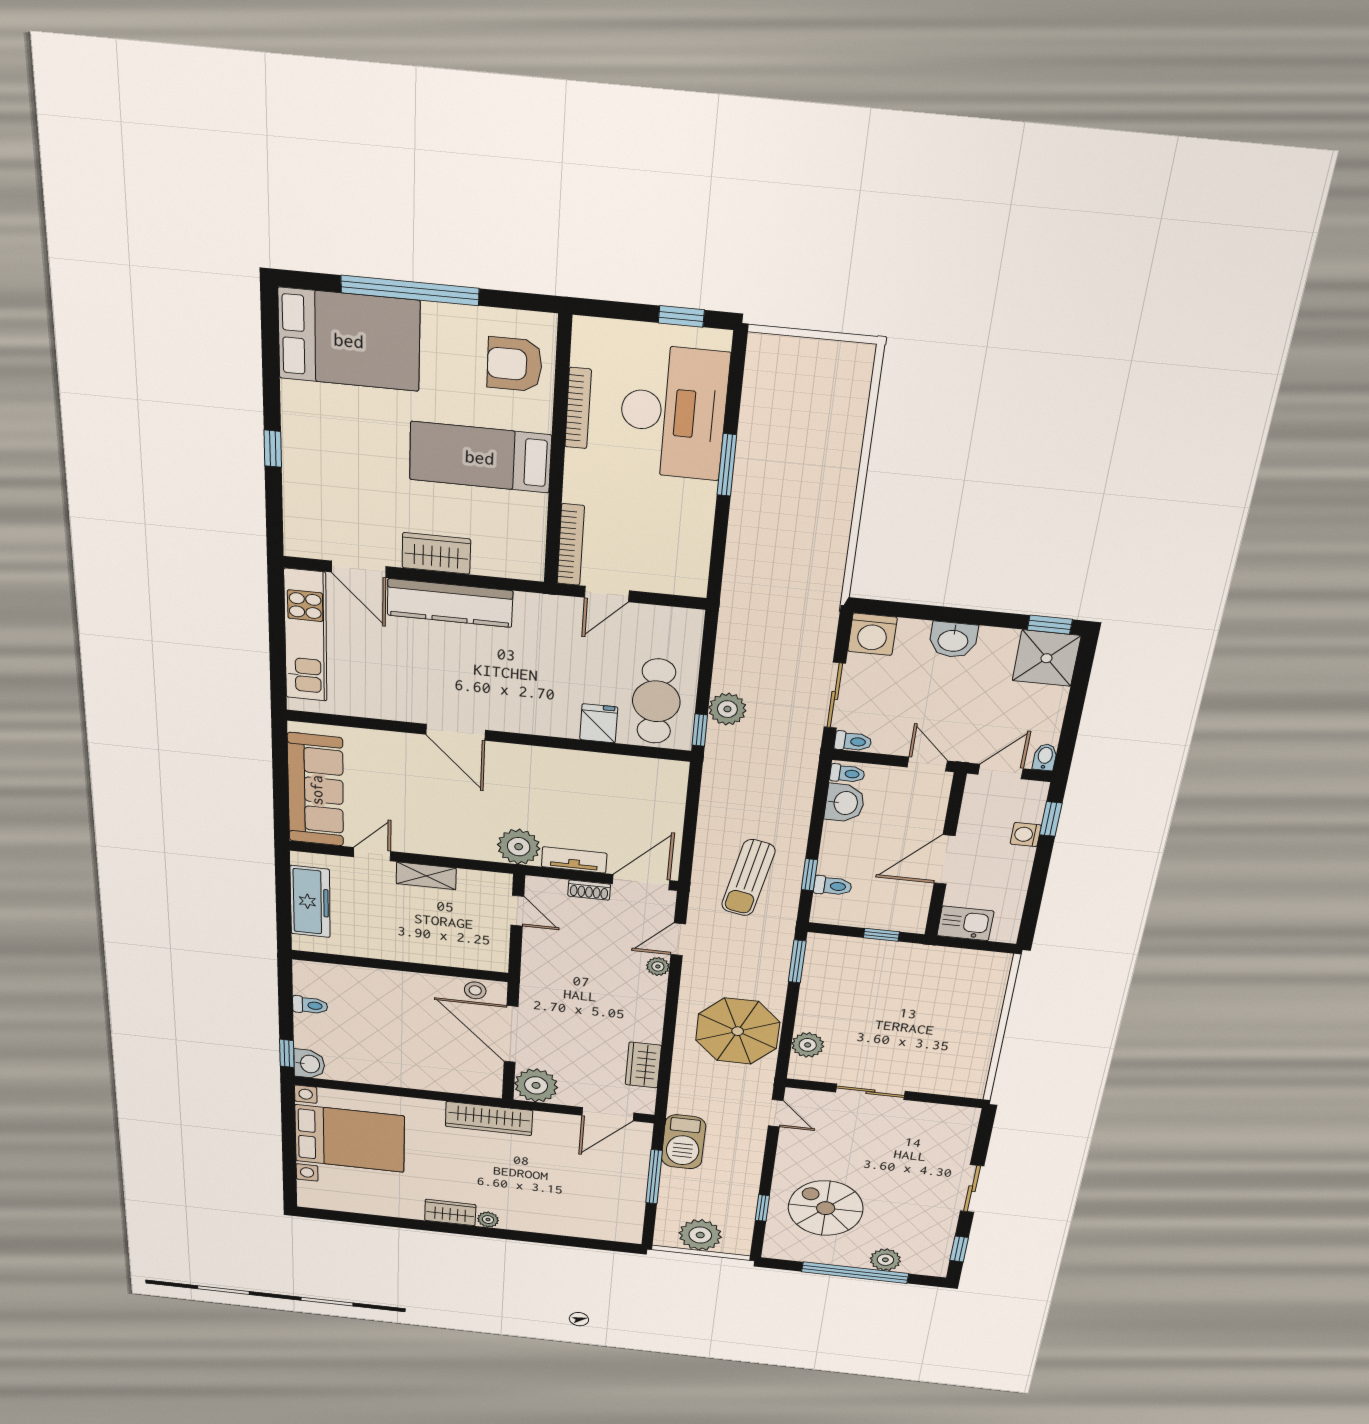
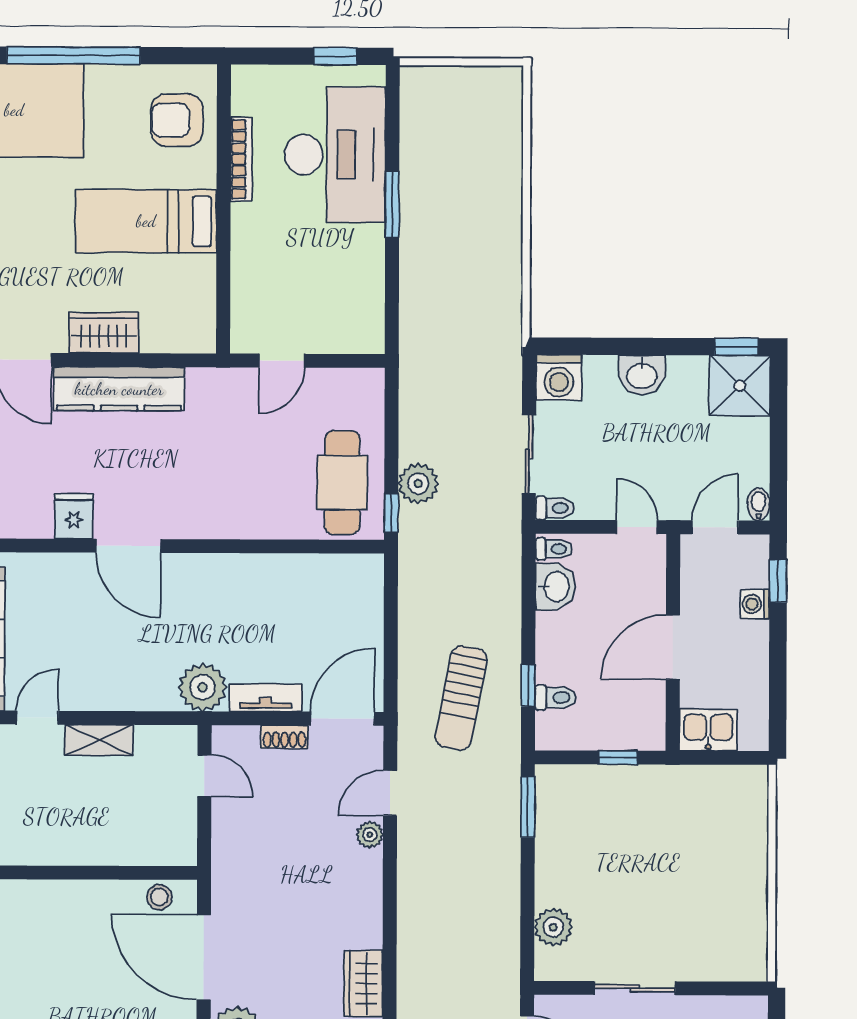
bookcase: (571, 545) -> (242, 308), removed
fridge: (599, 723) -> (74, 516), moved
parasol: (738, 1031) -> (470, 917), removed

